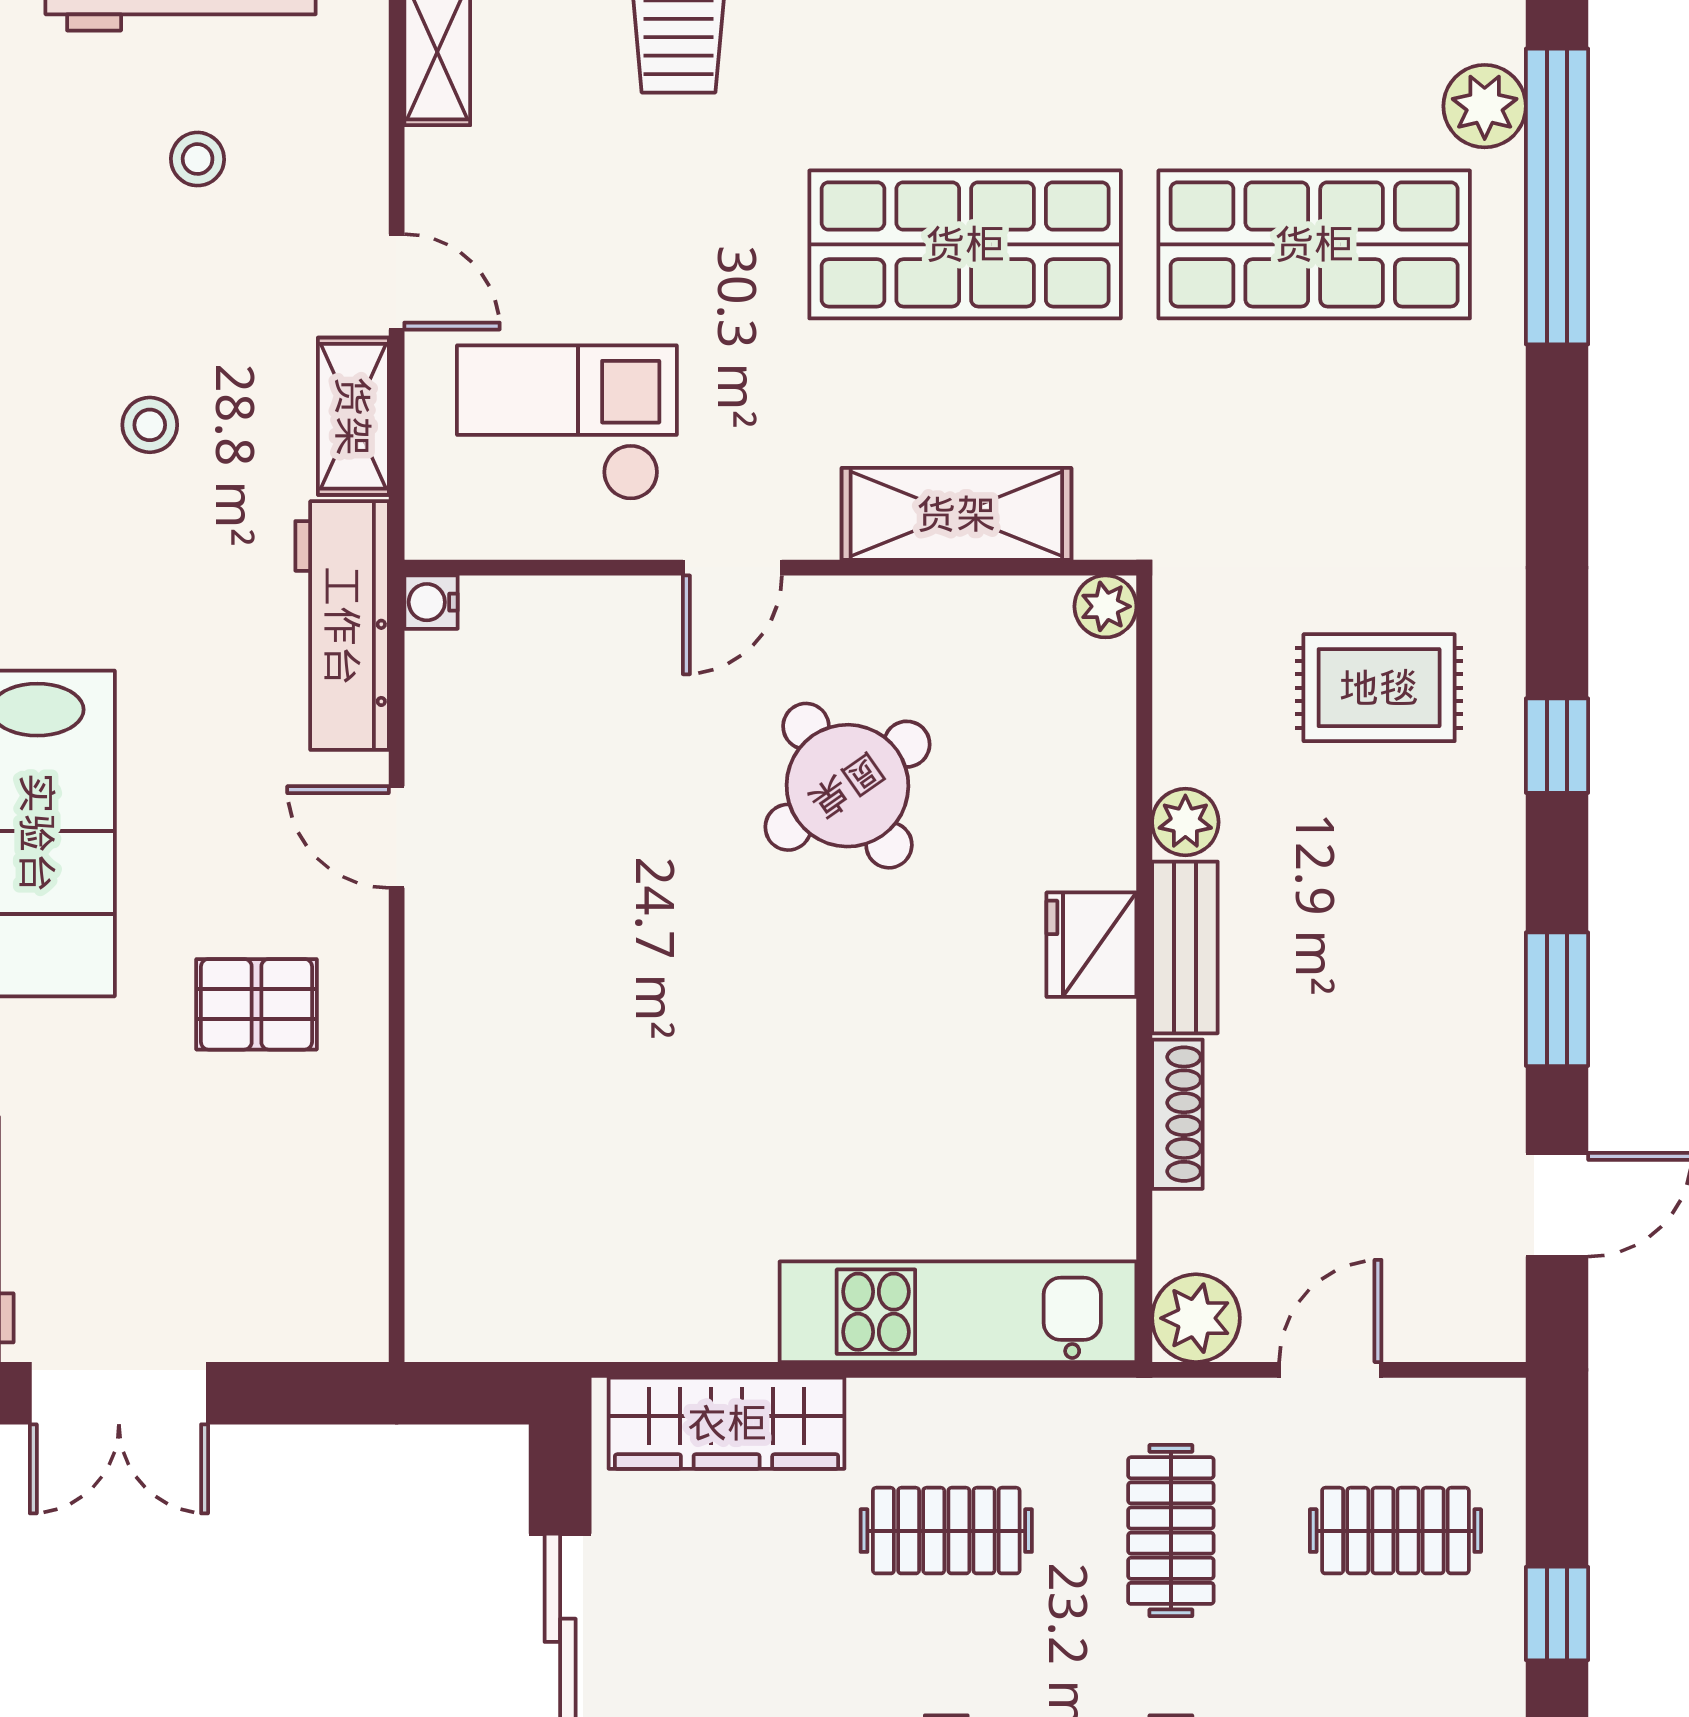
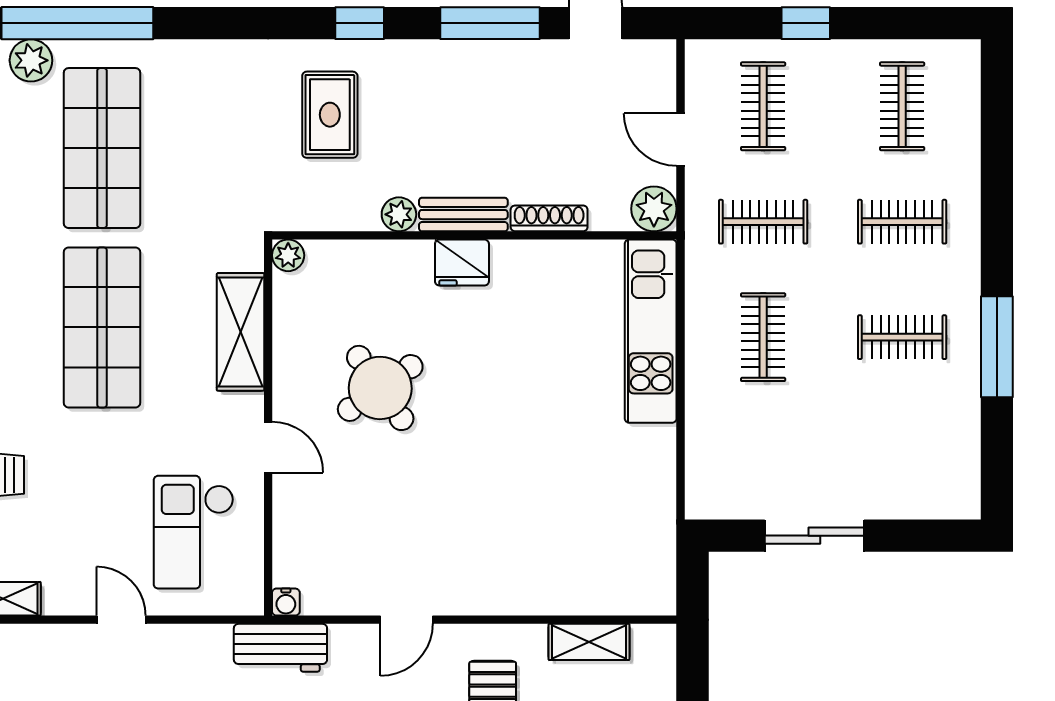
door: (397, 282) -> (121, 620), hinge flipped
shelving: (353, 416) -> (589, 642), moved
workbench: (342, 626) -> (280, 648), width x0.73
window: (1557, 999) -> (490, 23), width x1.44
wardrobe: (727, 1423) -> (708, 450), removed

